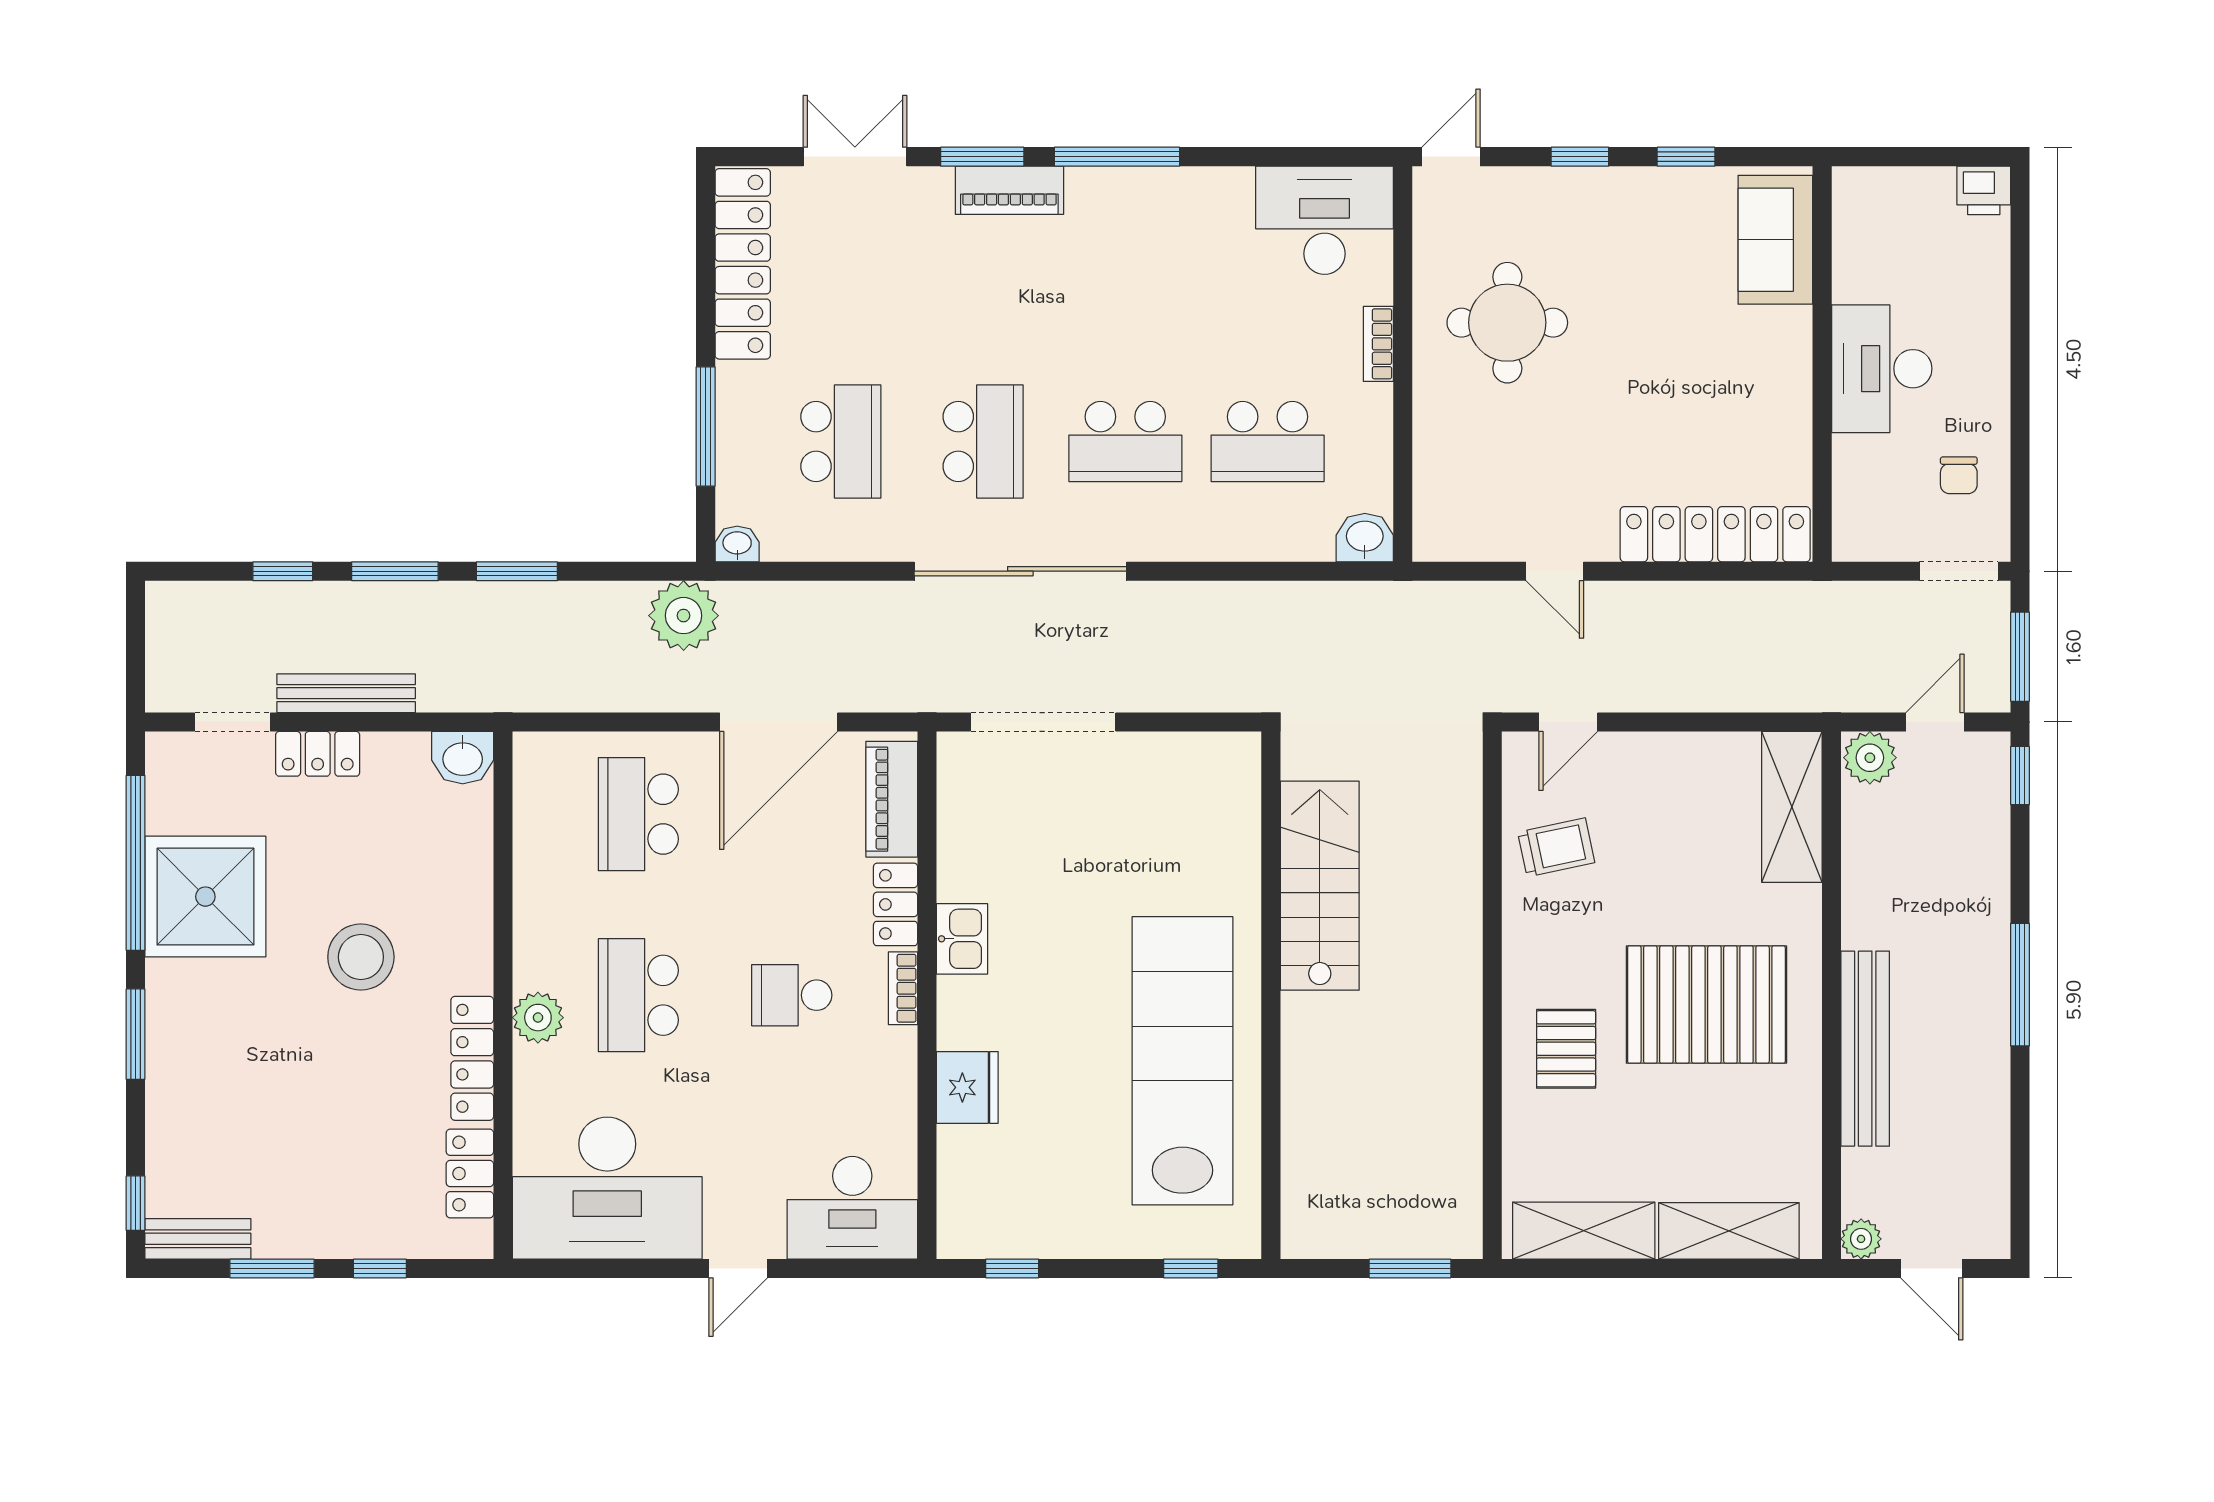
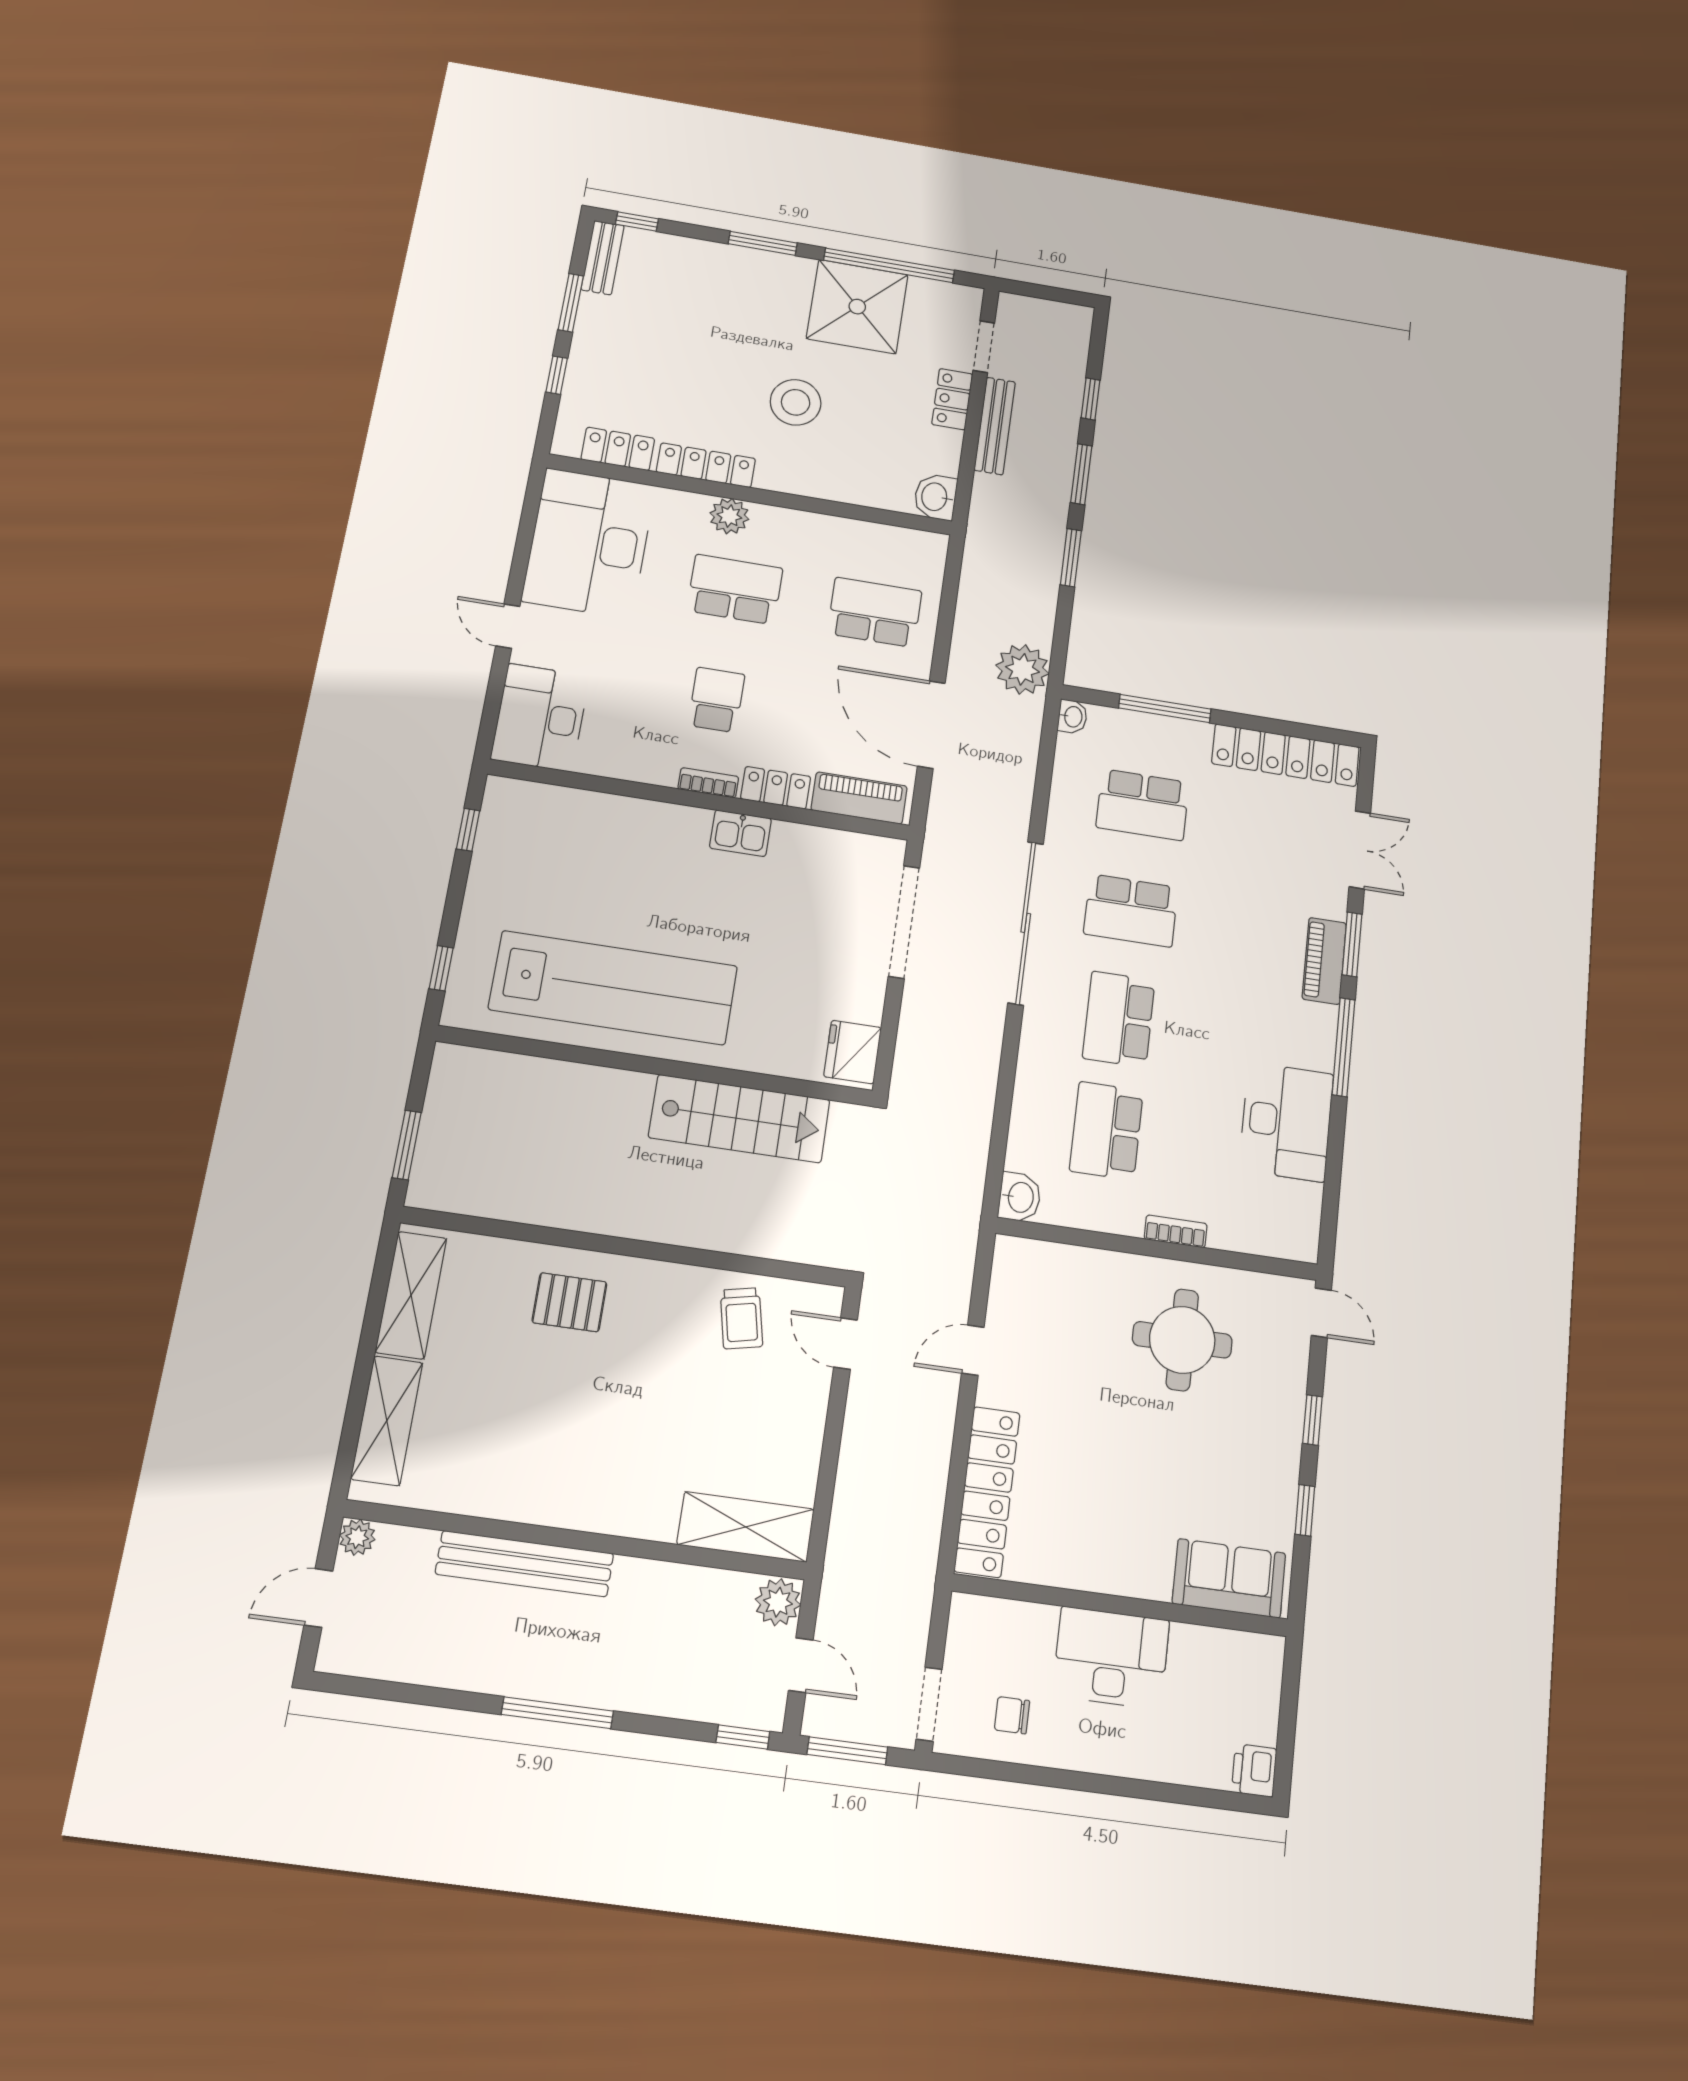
desk: (1325, 220) -> (1286, 1122), moved
pallet: (1706, 1005) -> (587, 1428), removed
fridge: (967, 1087) -> (853, 1052), moved, turned 90

